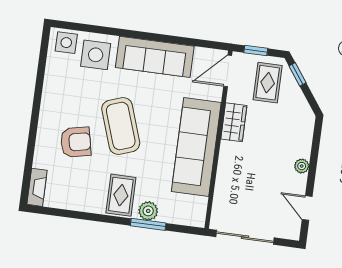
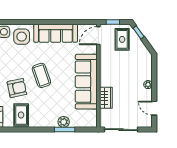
wardrobe: (234, 122) -> (106, 98), moved
coffee table: (121, 126) -> (41, 75), width x0.73, depth x0.76
rug: (121, 195) -> (21, 115), moved

